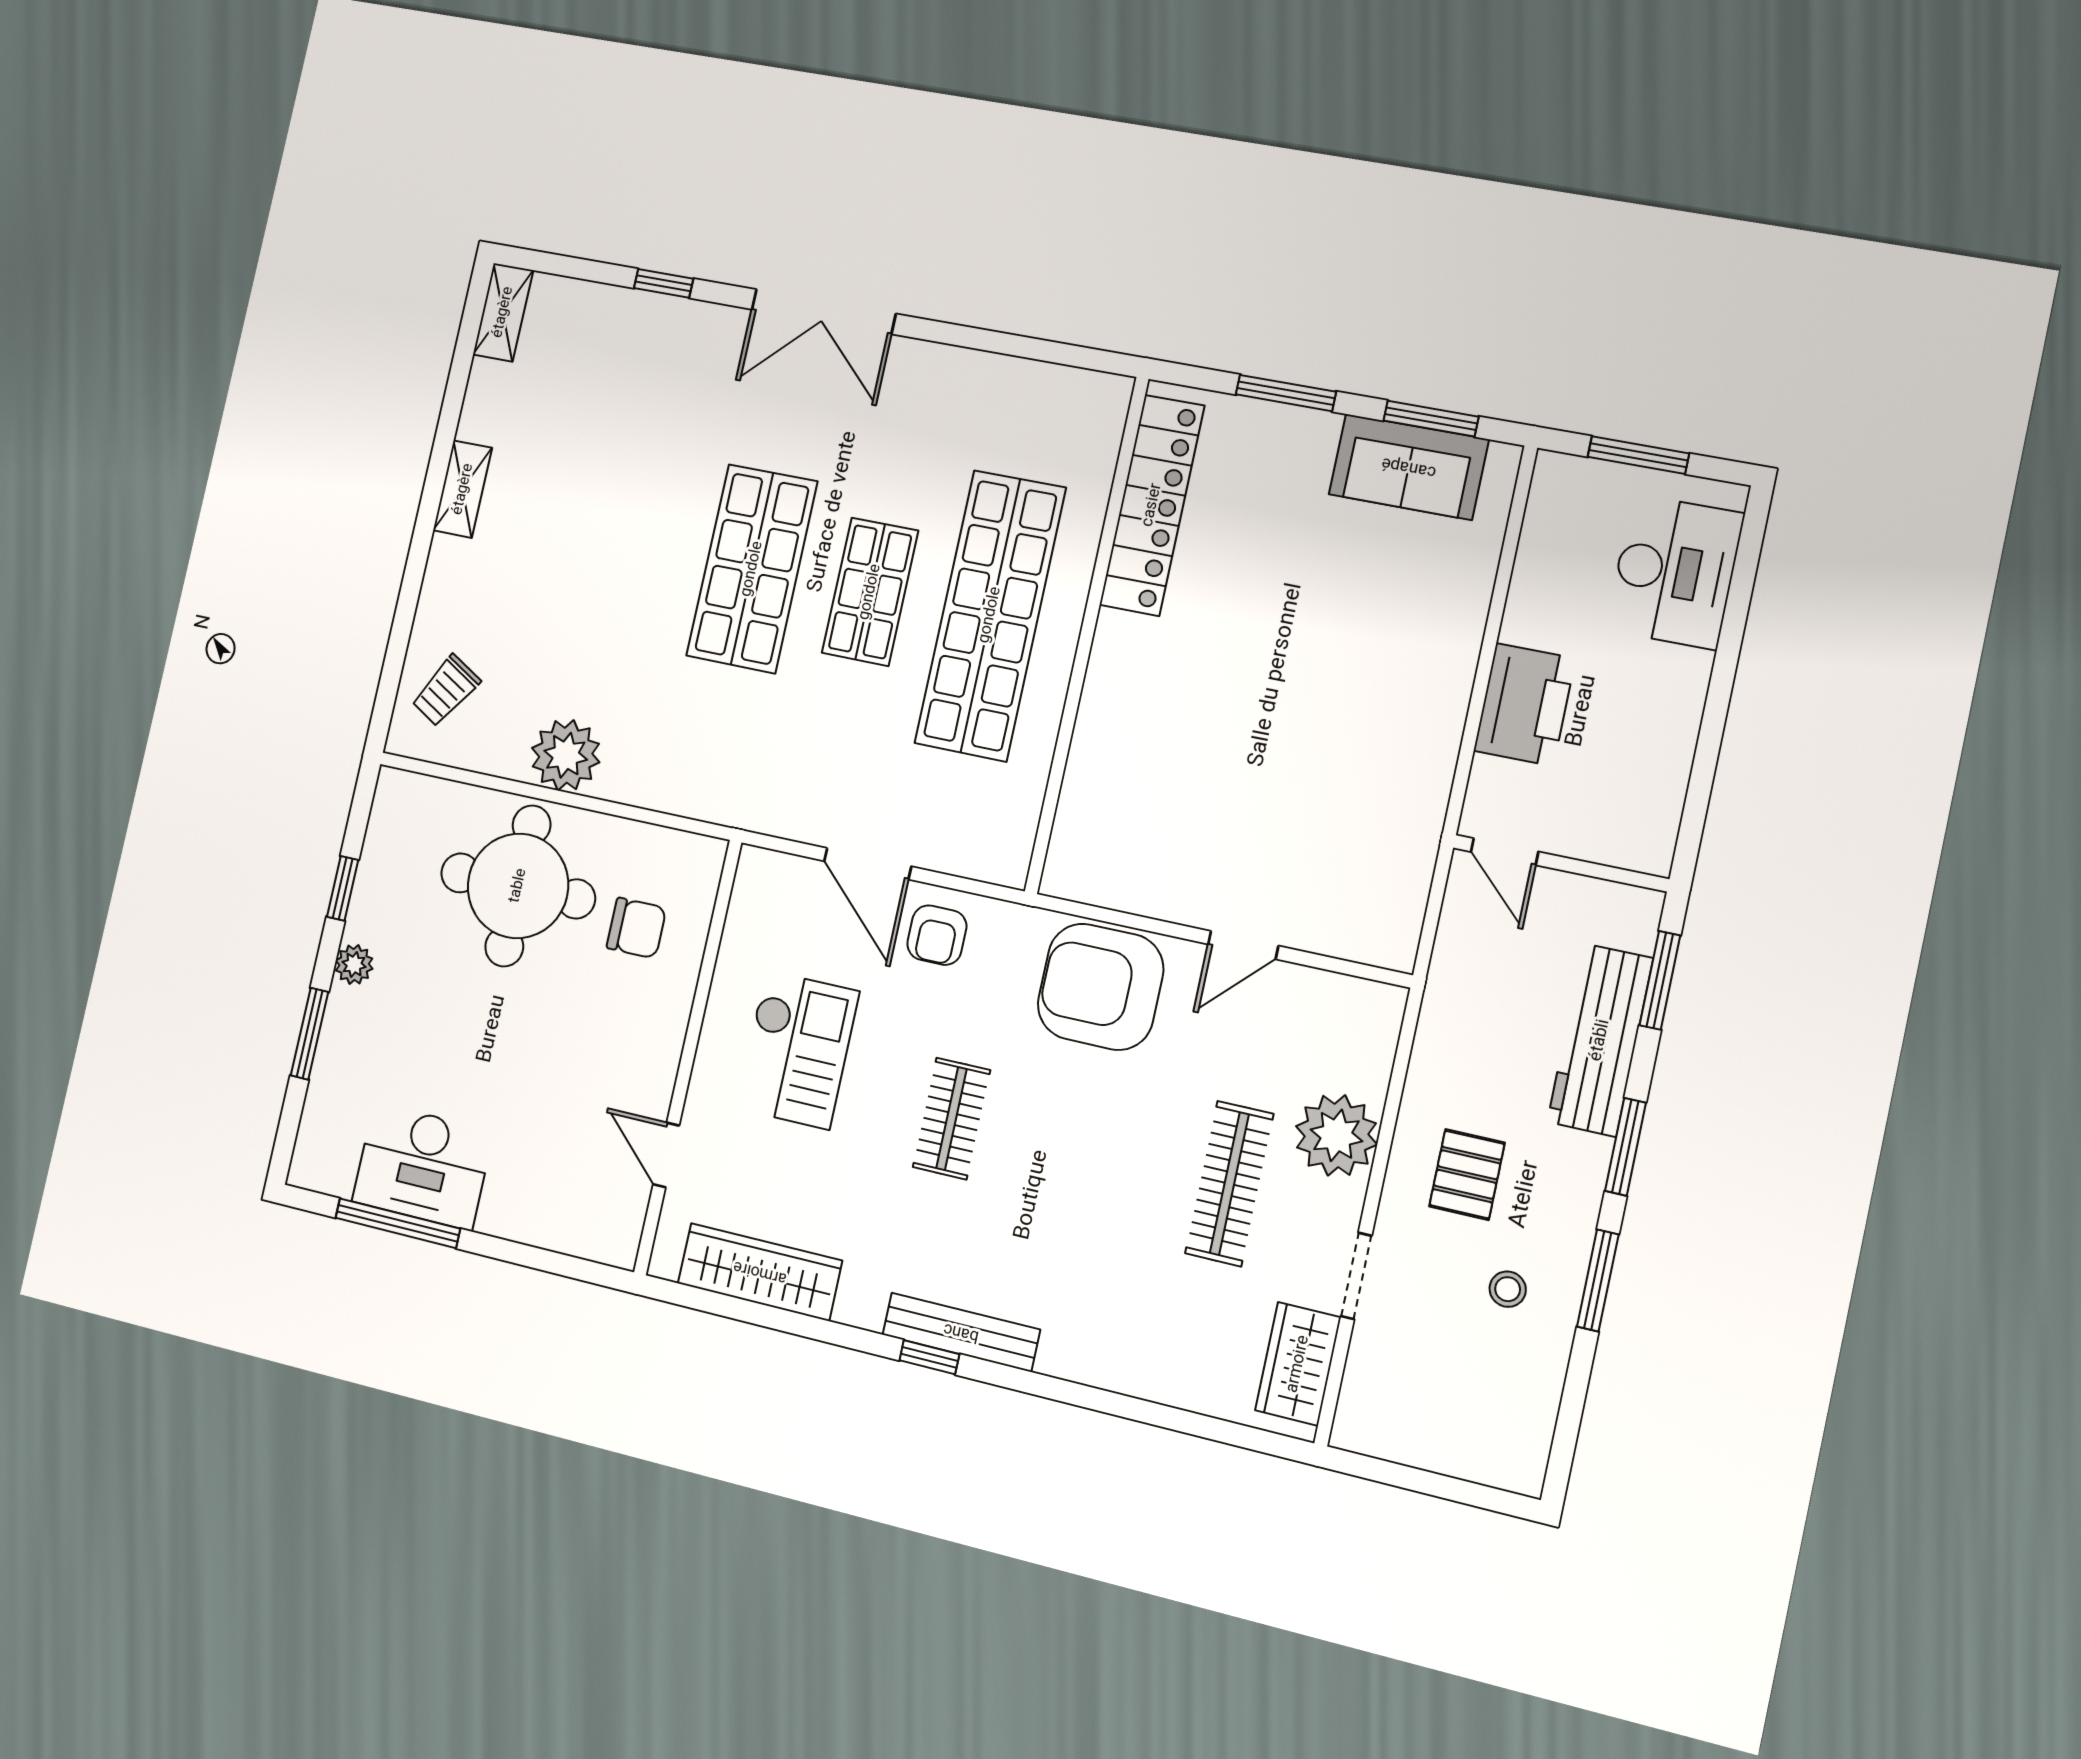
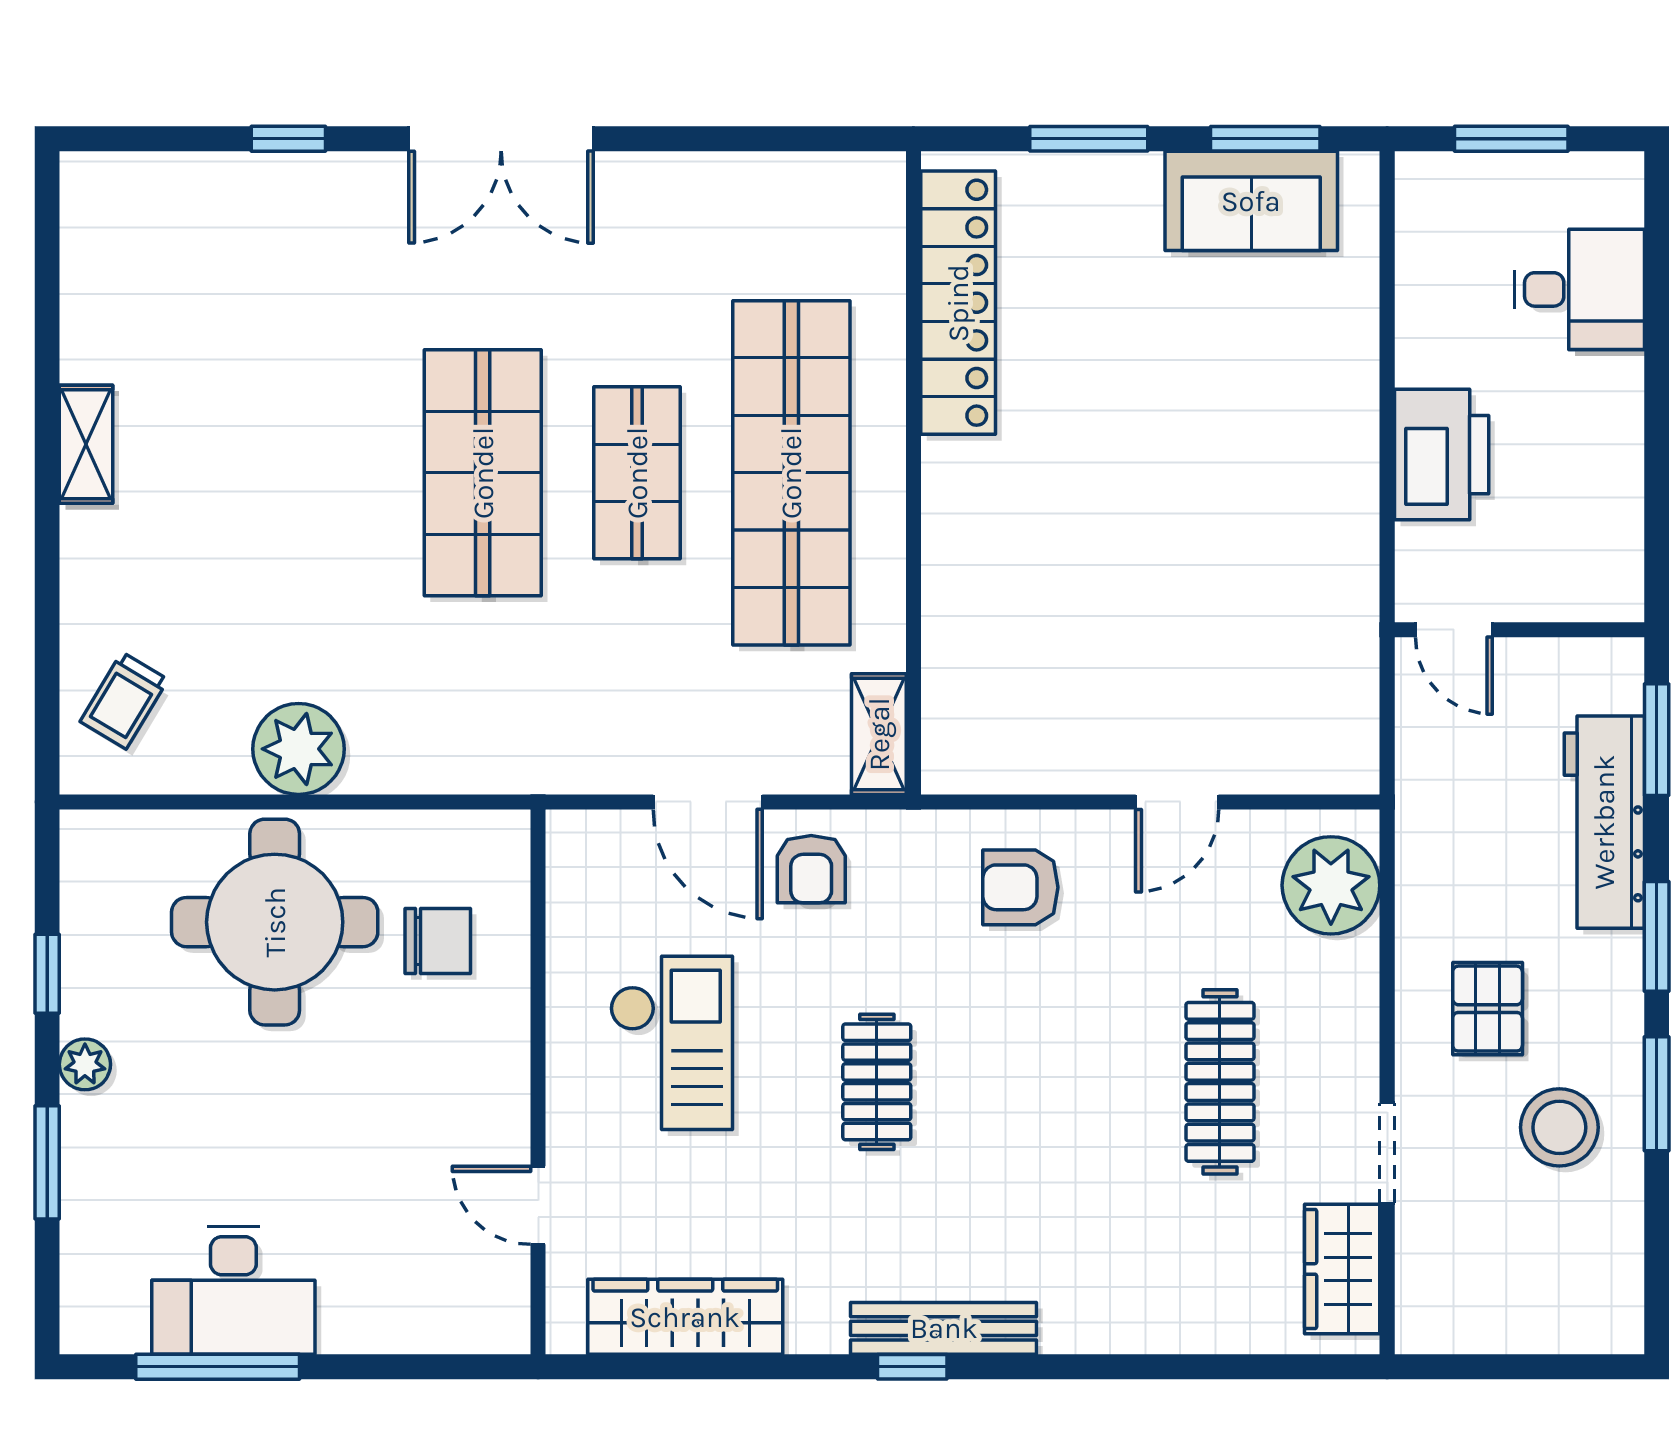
shelving: (503, 312) -> (879, 734), moved
desk: (1675, 572) -> (1579, 289), width x0.73
armchair: (1100, 987) -> (1020, 887), width x0.53, depth x0.53
plant: (1336, 1135) -> (1331, 885), moved
stool: (1508, 1289) -> (1559, 1127), width x1.89, depth x1.89

